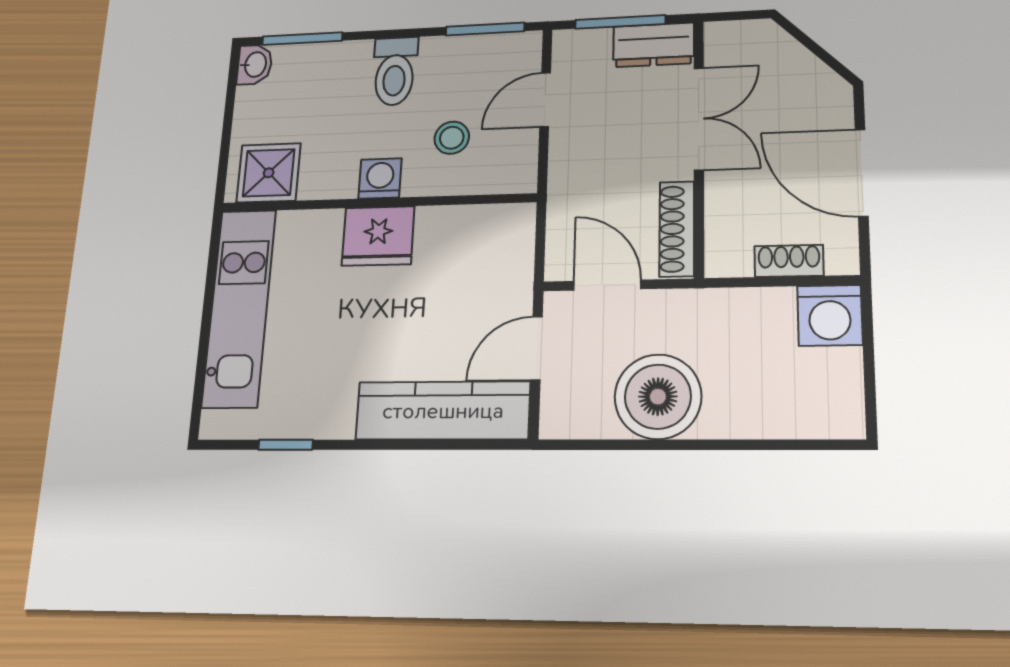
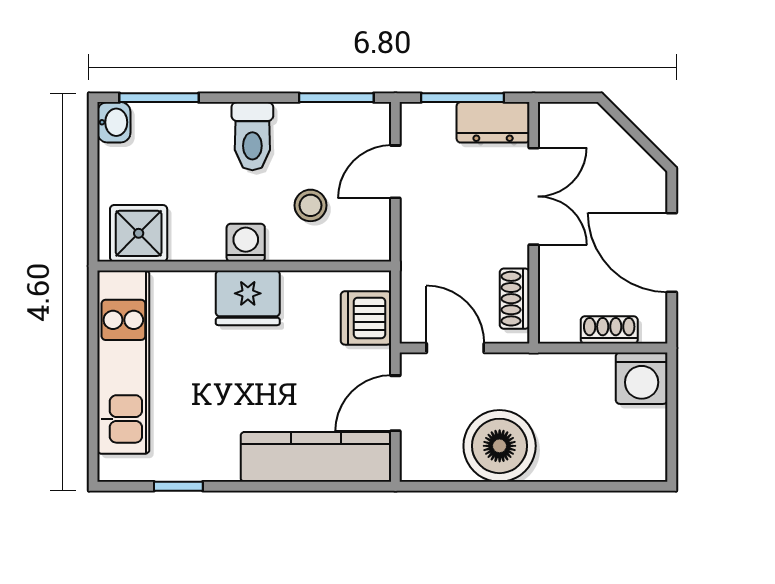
shoe rack: (677, 229) -> (515, 299), width x0.70
dishwasher: (507, 254) -> (366, 318), added

